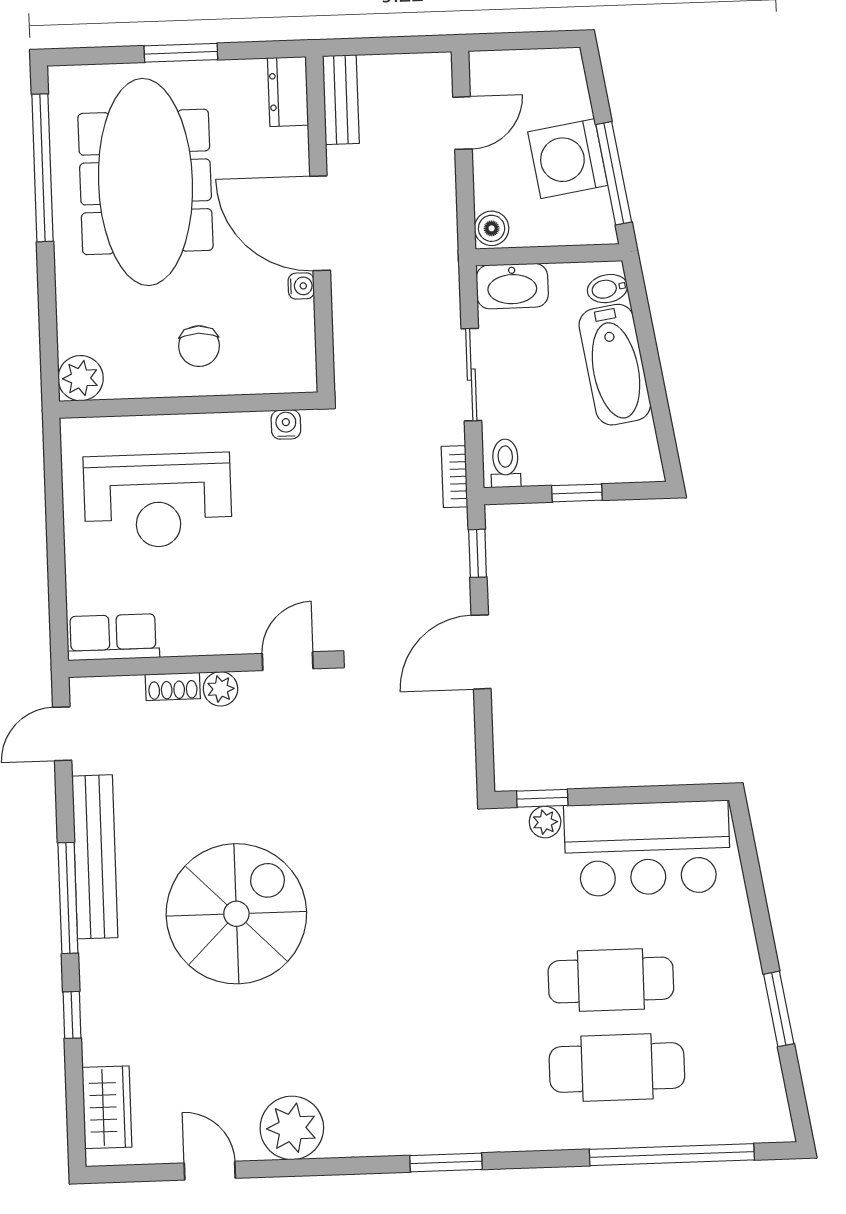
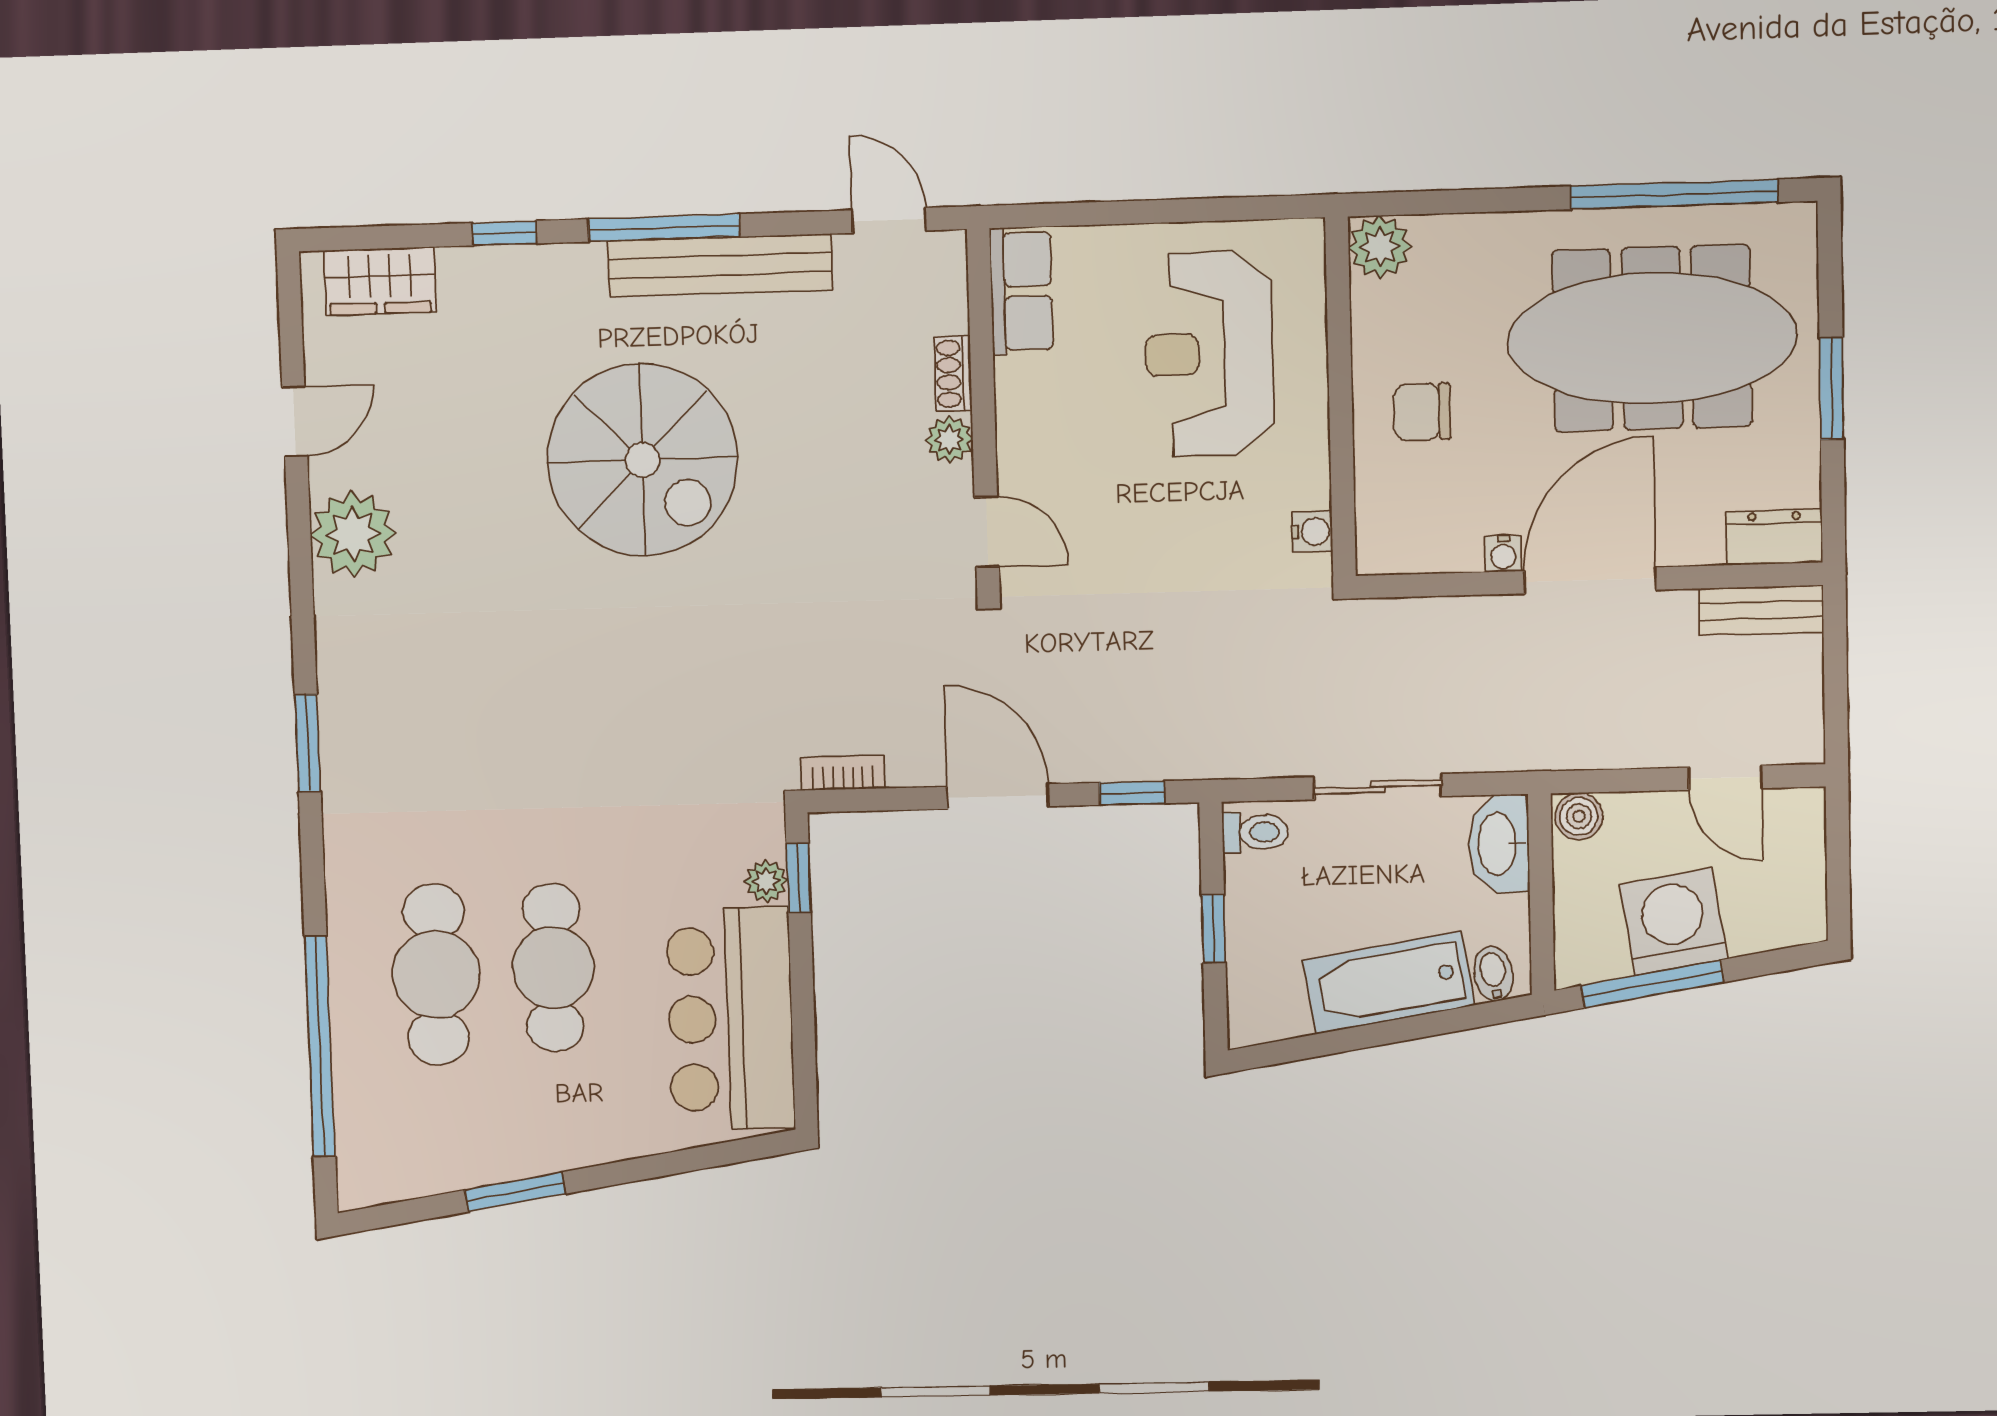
bookcase: (454, 477) -> (843, 773), moved

